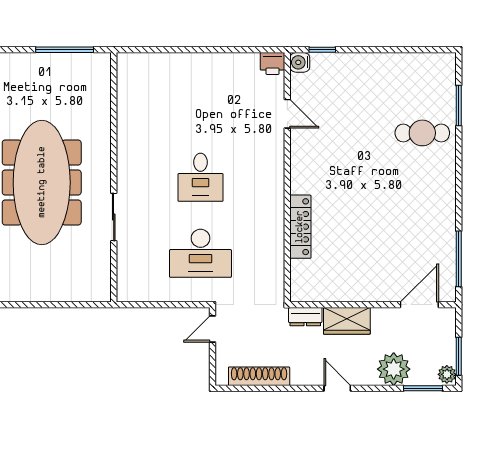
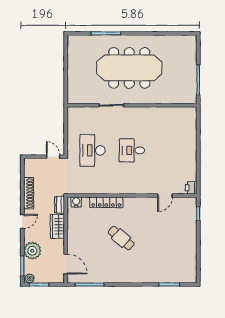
water cooler: (300, 62) -> (76, 202), moved
cafe table: (422, 133) -> (121, 238), moved, turned -49
shoe rack: (259, 376) -> (29, 193), moved

